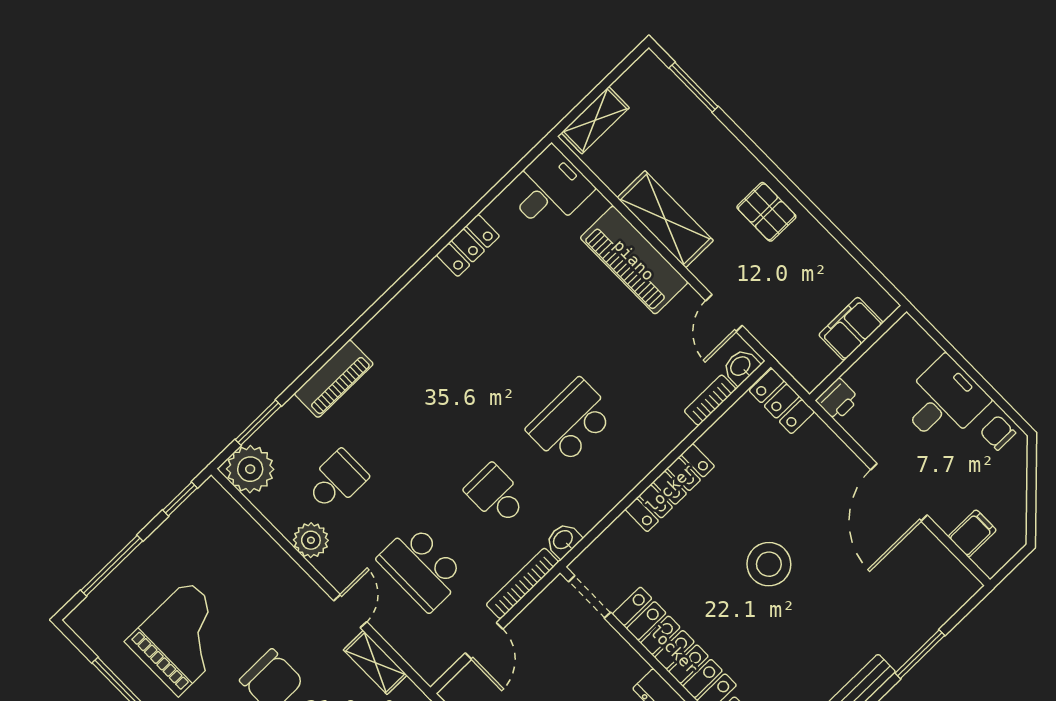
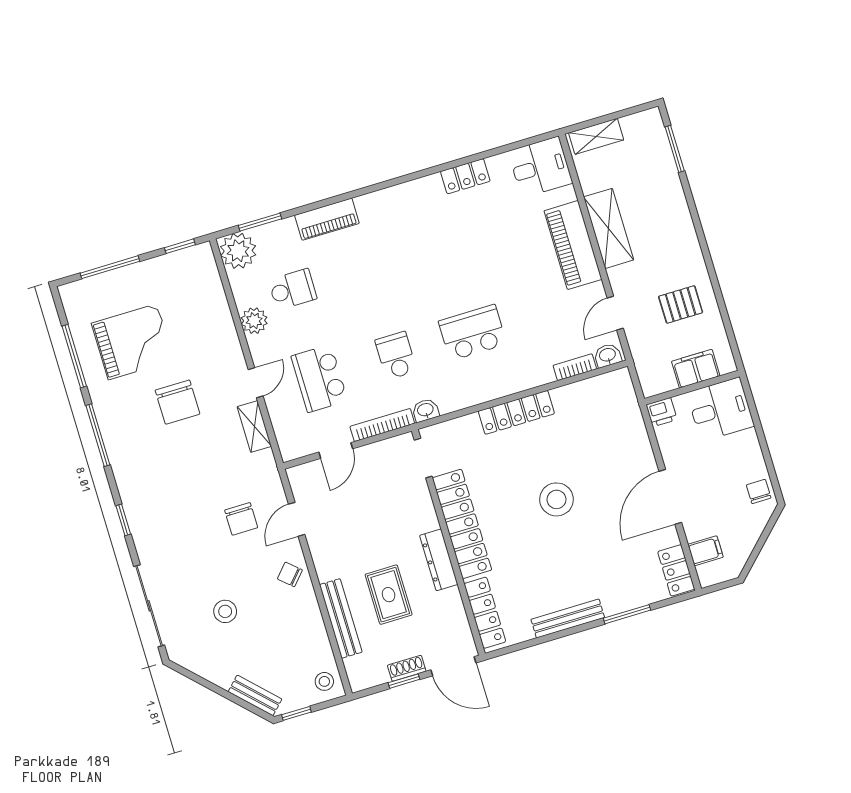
pallet: (766, 212) -> (681, 304), moved, turned 90
locker: (782, 401) -> (676, 570), moved
desk: (943, 401) -> (720, 409), moved

